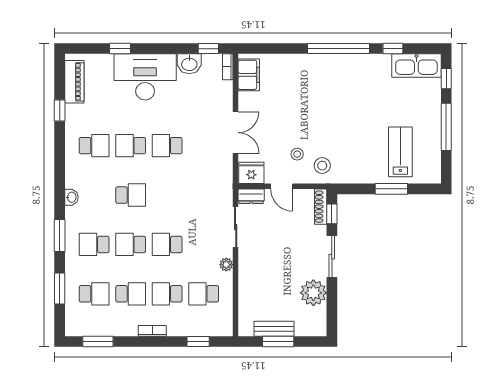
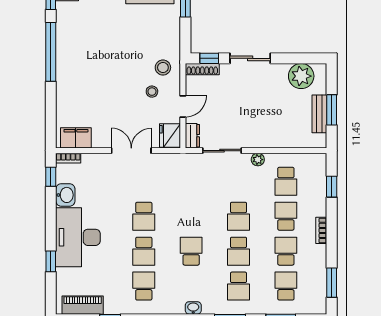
plant: (313, 293) -> (301, 76), moved
school desk: (167, 294) -> (286, 216), turned 180

